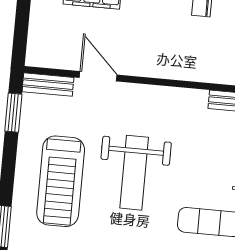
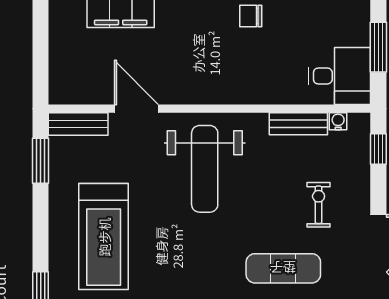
weight bench: (134, 173) -> (205, 169), moved

